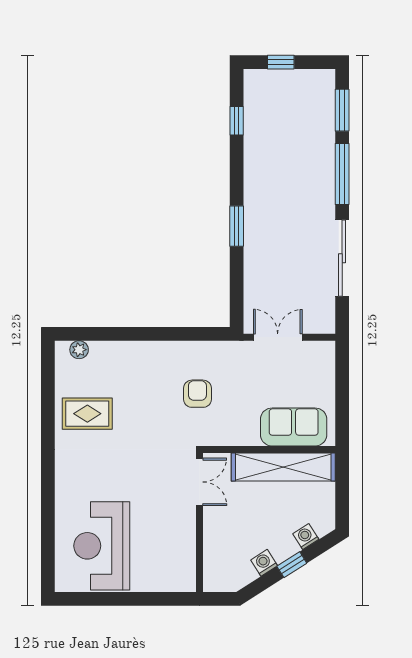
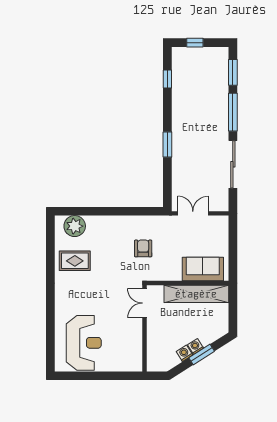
plant: (79, 350) -> (75, 226), width x1.88, depth x1.88
double door: (199, 482) -> (144, 303), swing flipped
washing machine: (306, 537) -> (196, 346), moved
reception desk: (102, 546) -> (84, 343), turned 180
window: (292, 565) -> (202, 355), width x1.50

